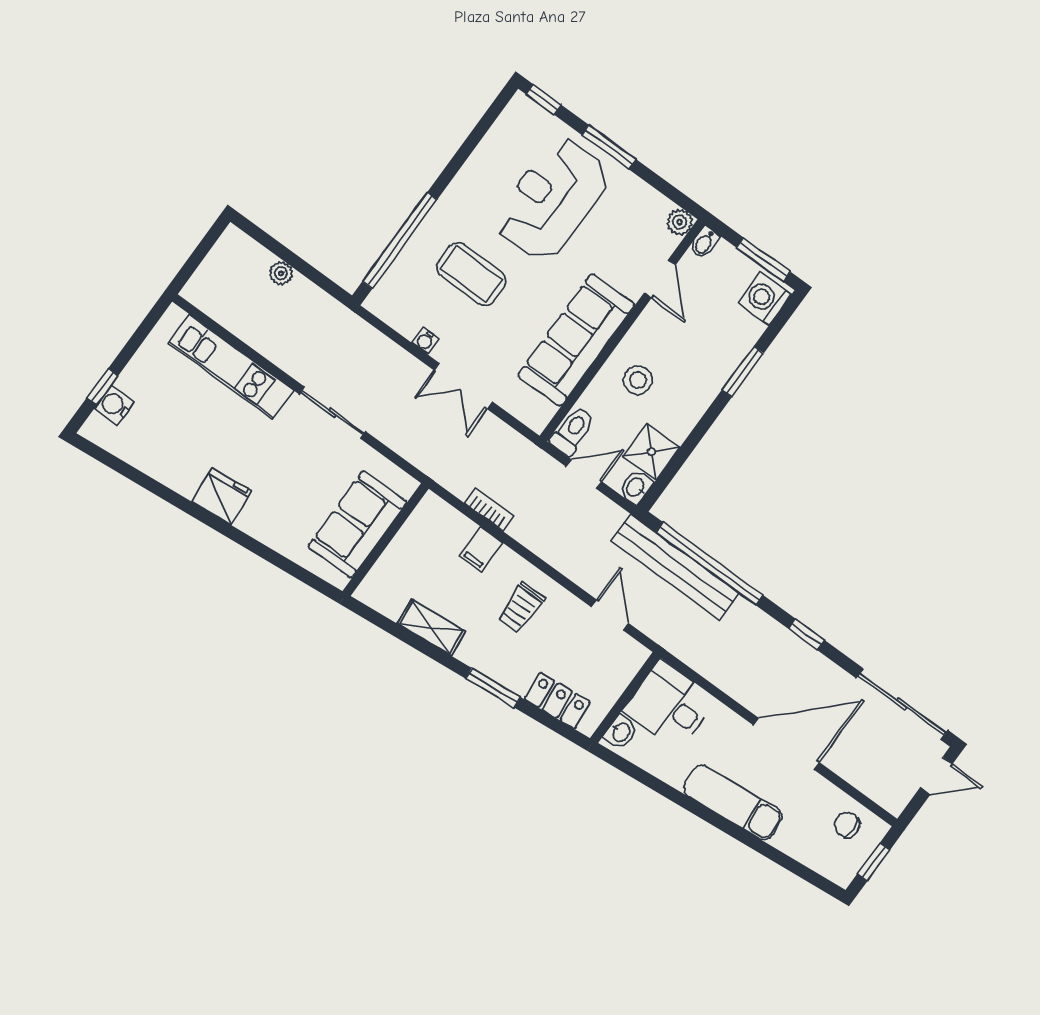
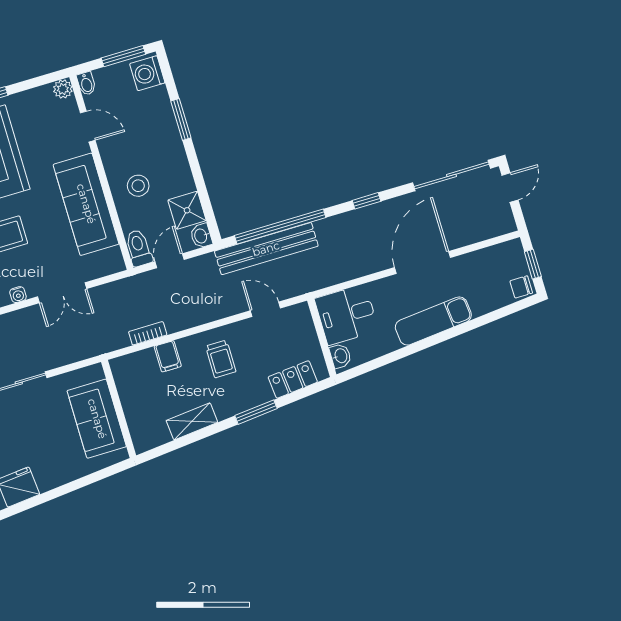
chair: (847, 825) -> (521, 287), moved

